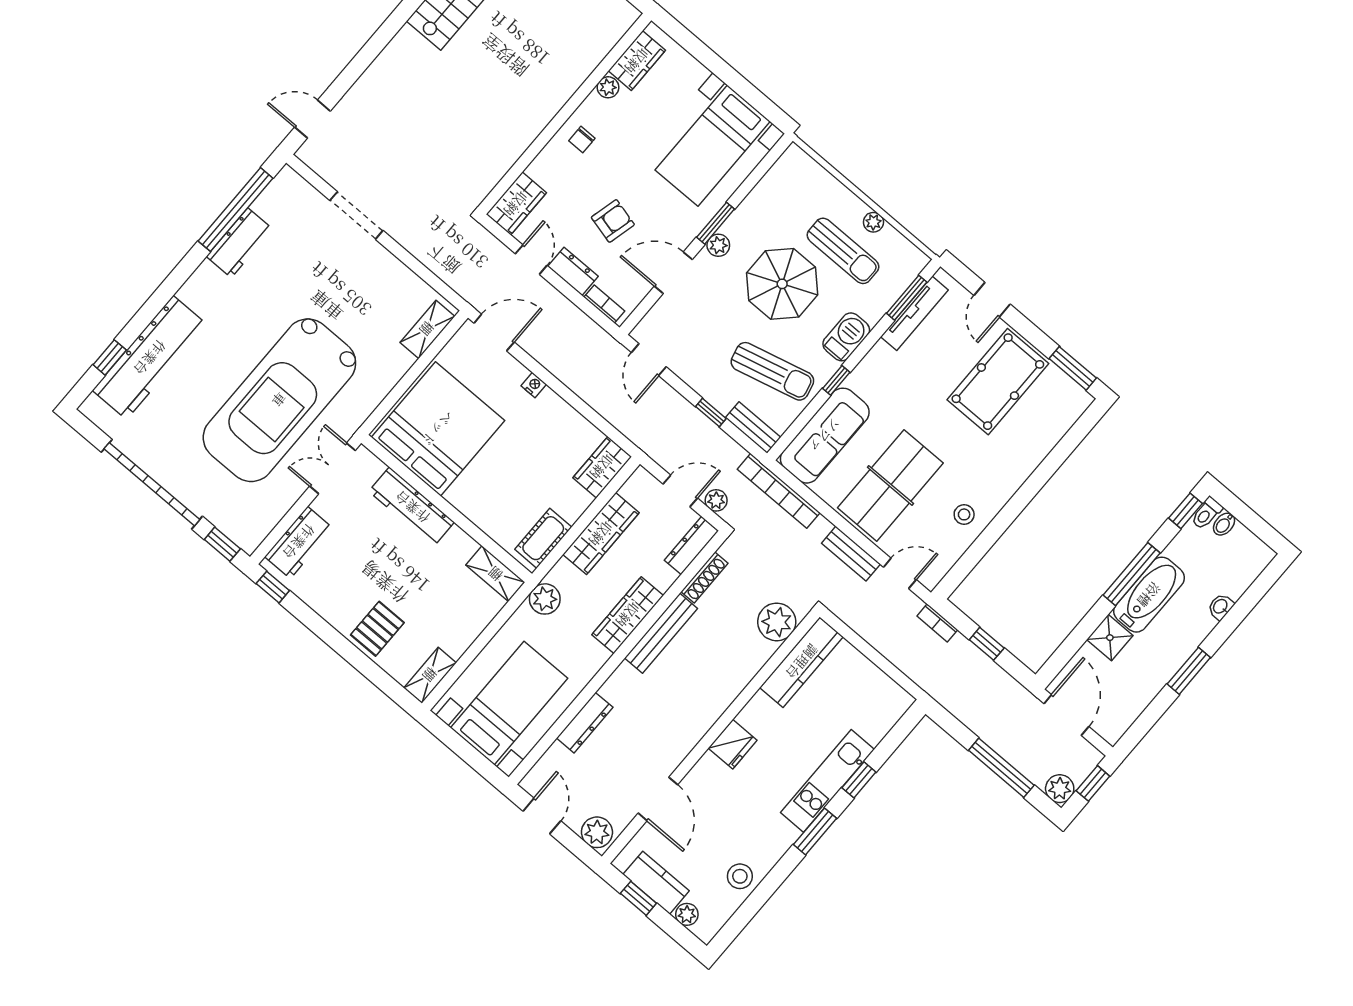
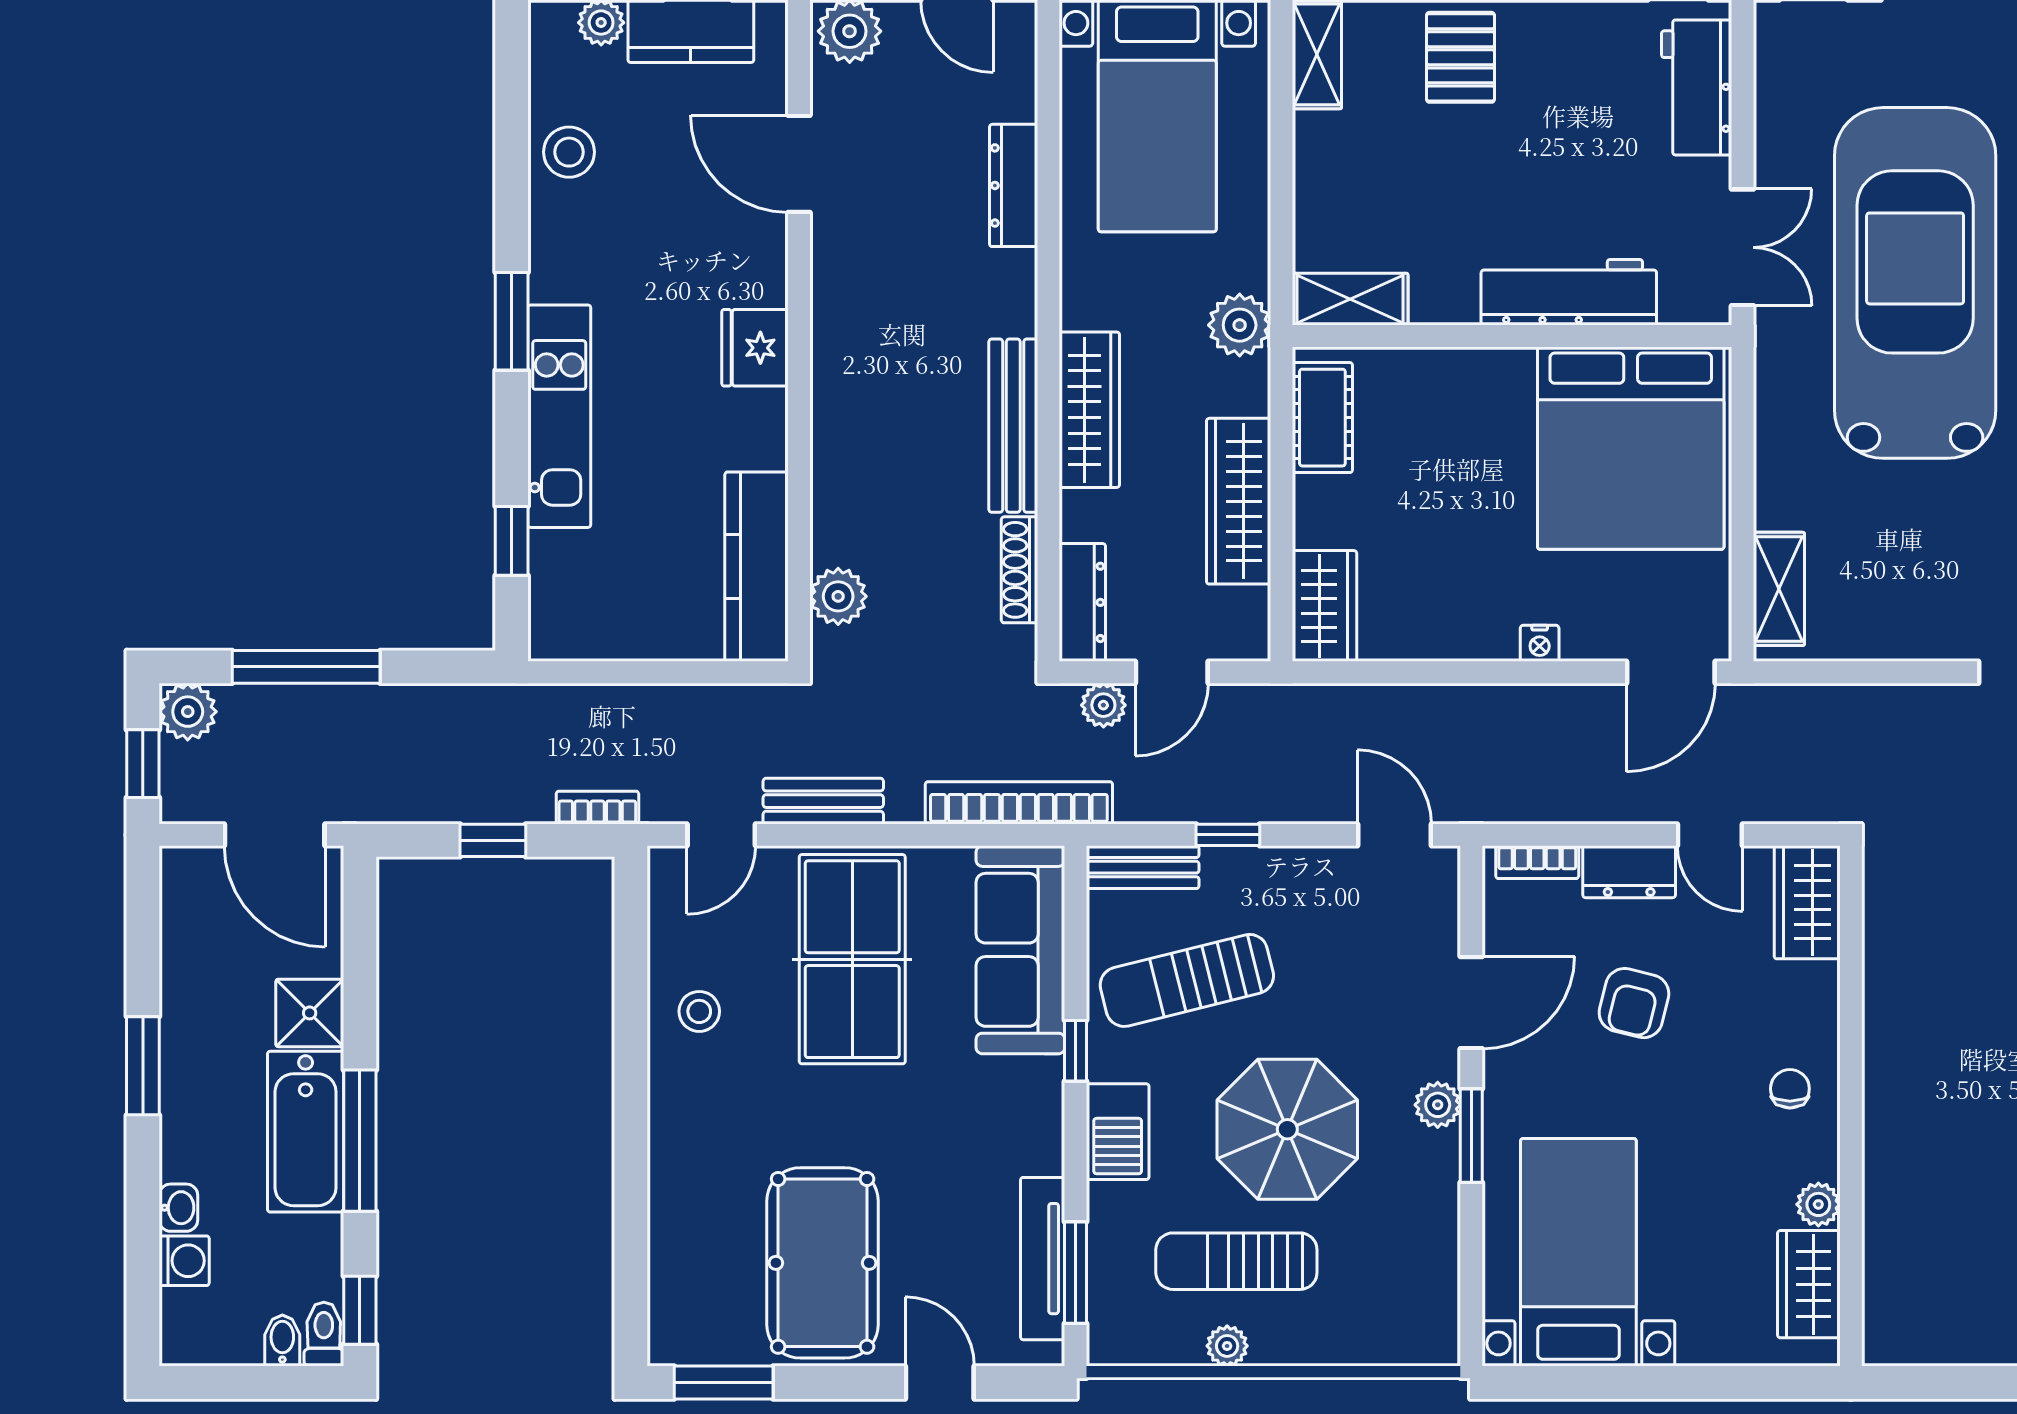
washing machine: (1235, 585) -> (184, 1261), added
plant: (777, 622) -> (838, 596), width x0.73, depth x0.73
window: (859, 780) -> (512, 541), moved

